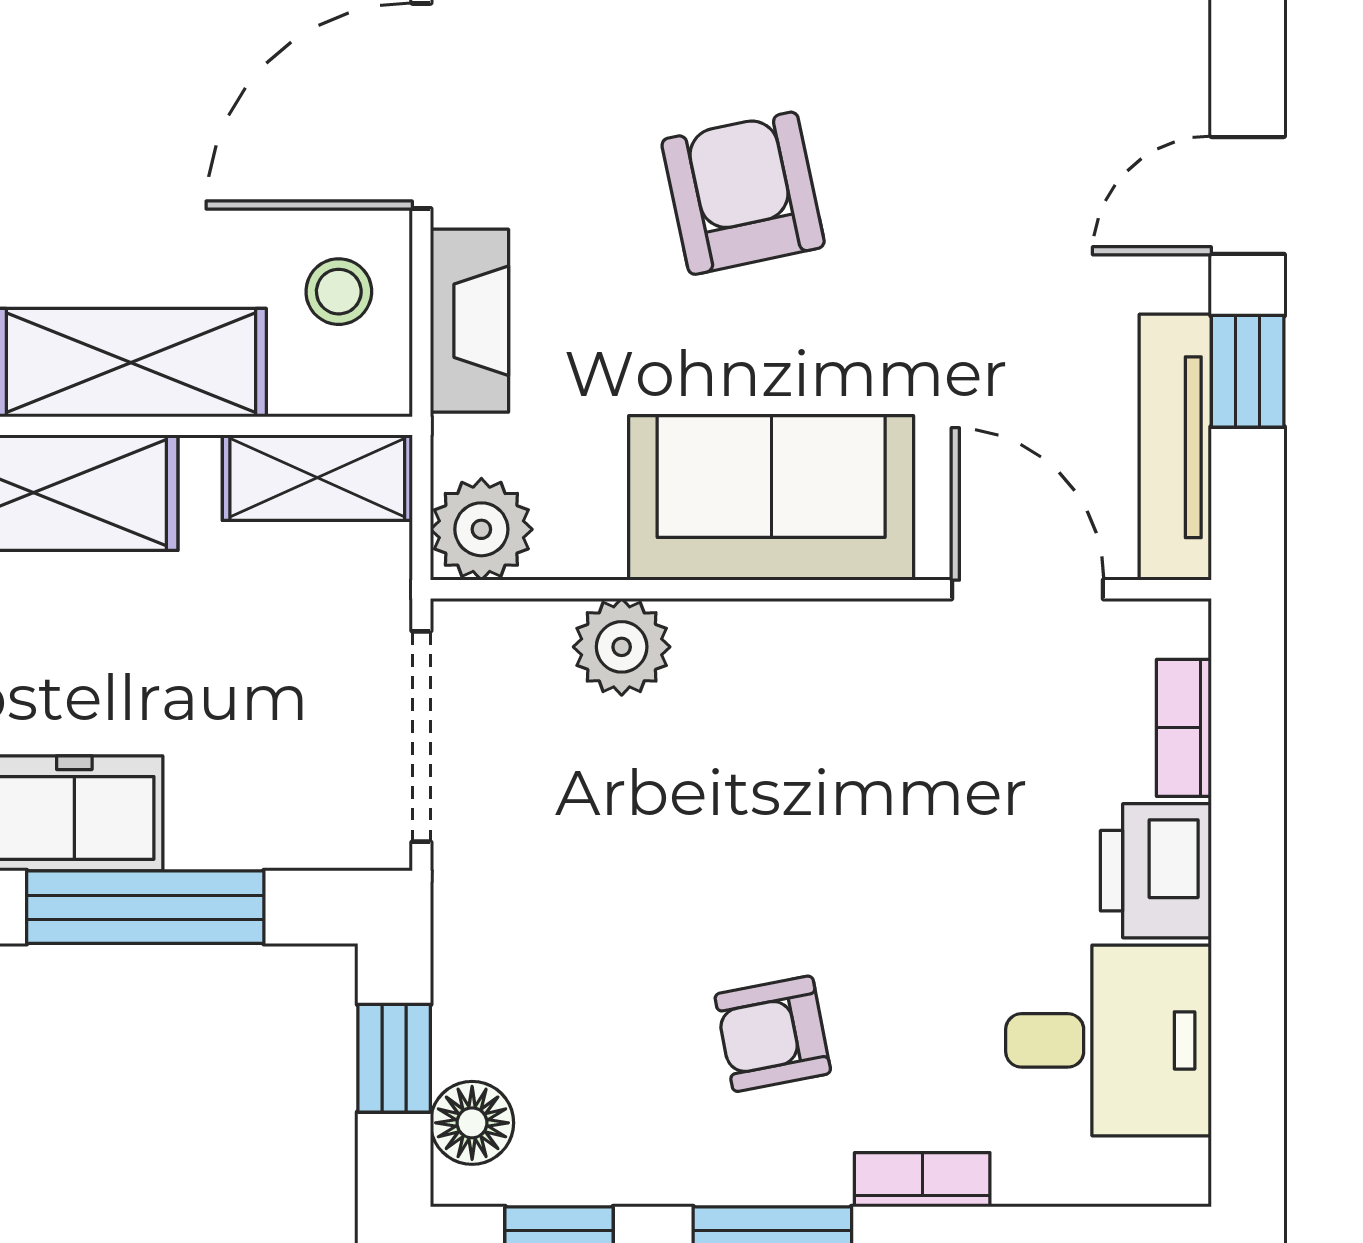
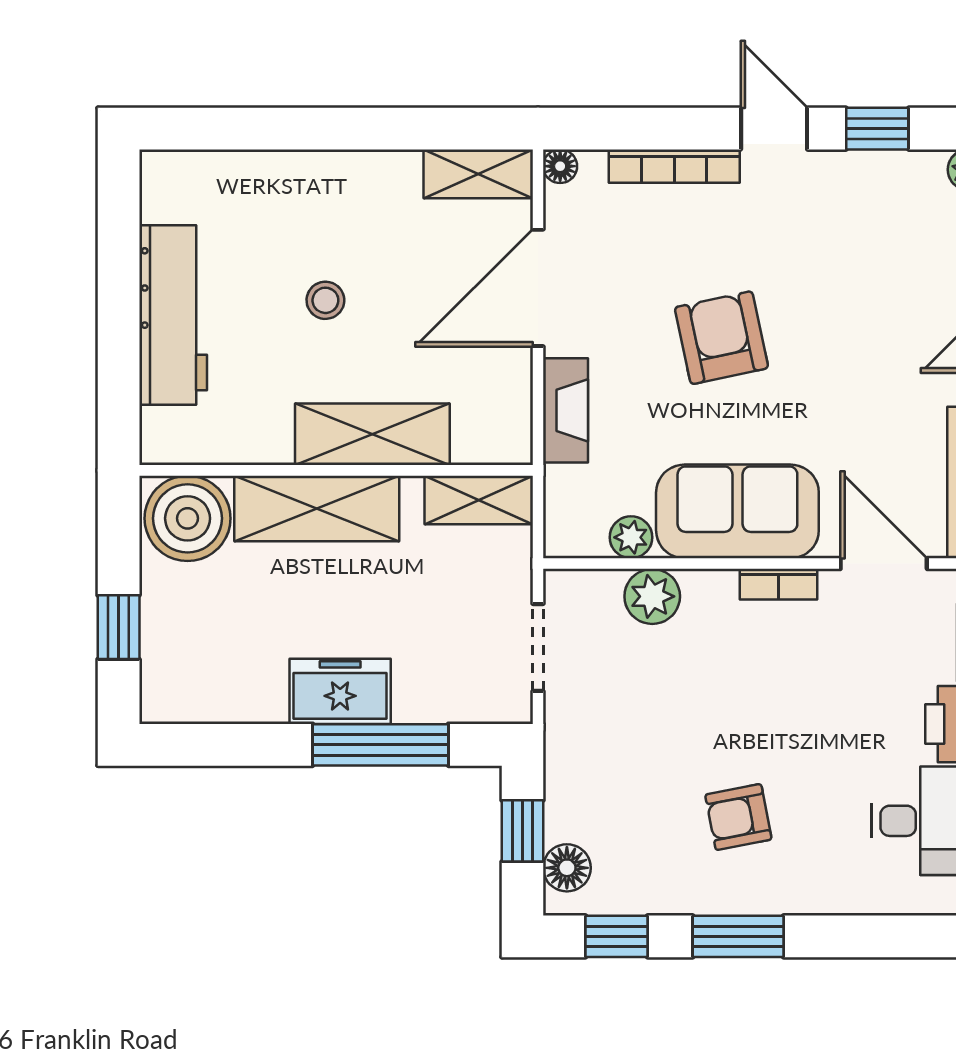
stool: (339, 292) -> (325, 300), moved
plant: (481, 529) -> (631, 537), moved, width x0.73, depth x0.73
doorway: (421, 736) -> (538, 647), width x0.73
bookcase: (922, 1180) -> (779, 584), moved, turned 180

